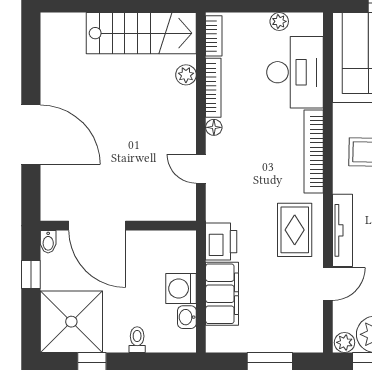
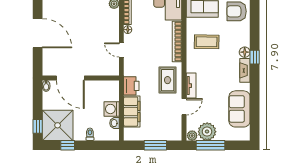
tv unit: (342, 230) -> (191, 86), width x0.71
window: (31, 274) -> (38, 126), moved

